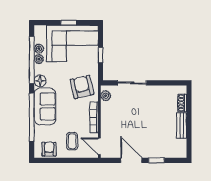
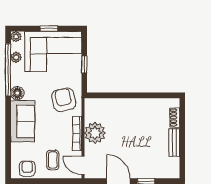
plant: (39, 59) -> (16, 37), moved
sliding door: (132, 83) -> (119, 95), removed
plant: (106, 96) -> (95, 133), moved, width x1.88, depth x1.88
window: (32, 117) -> (8, 133), removed

